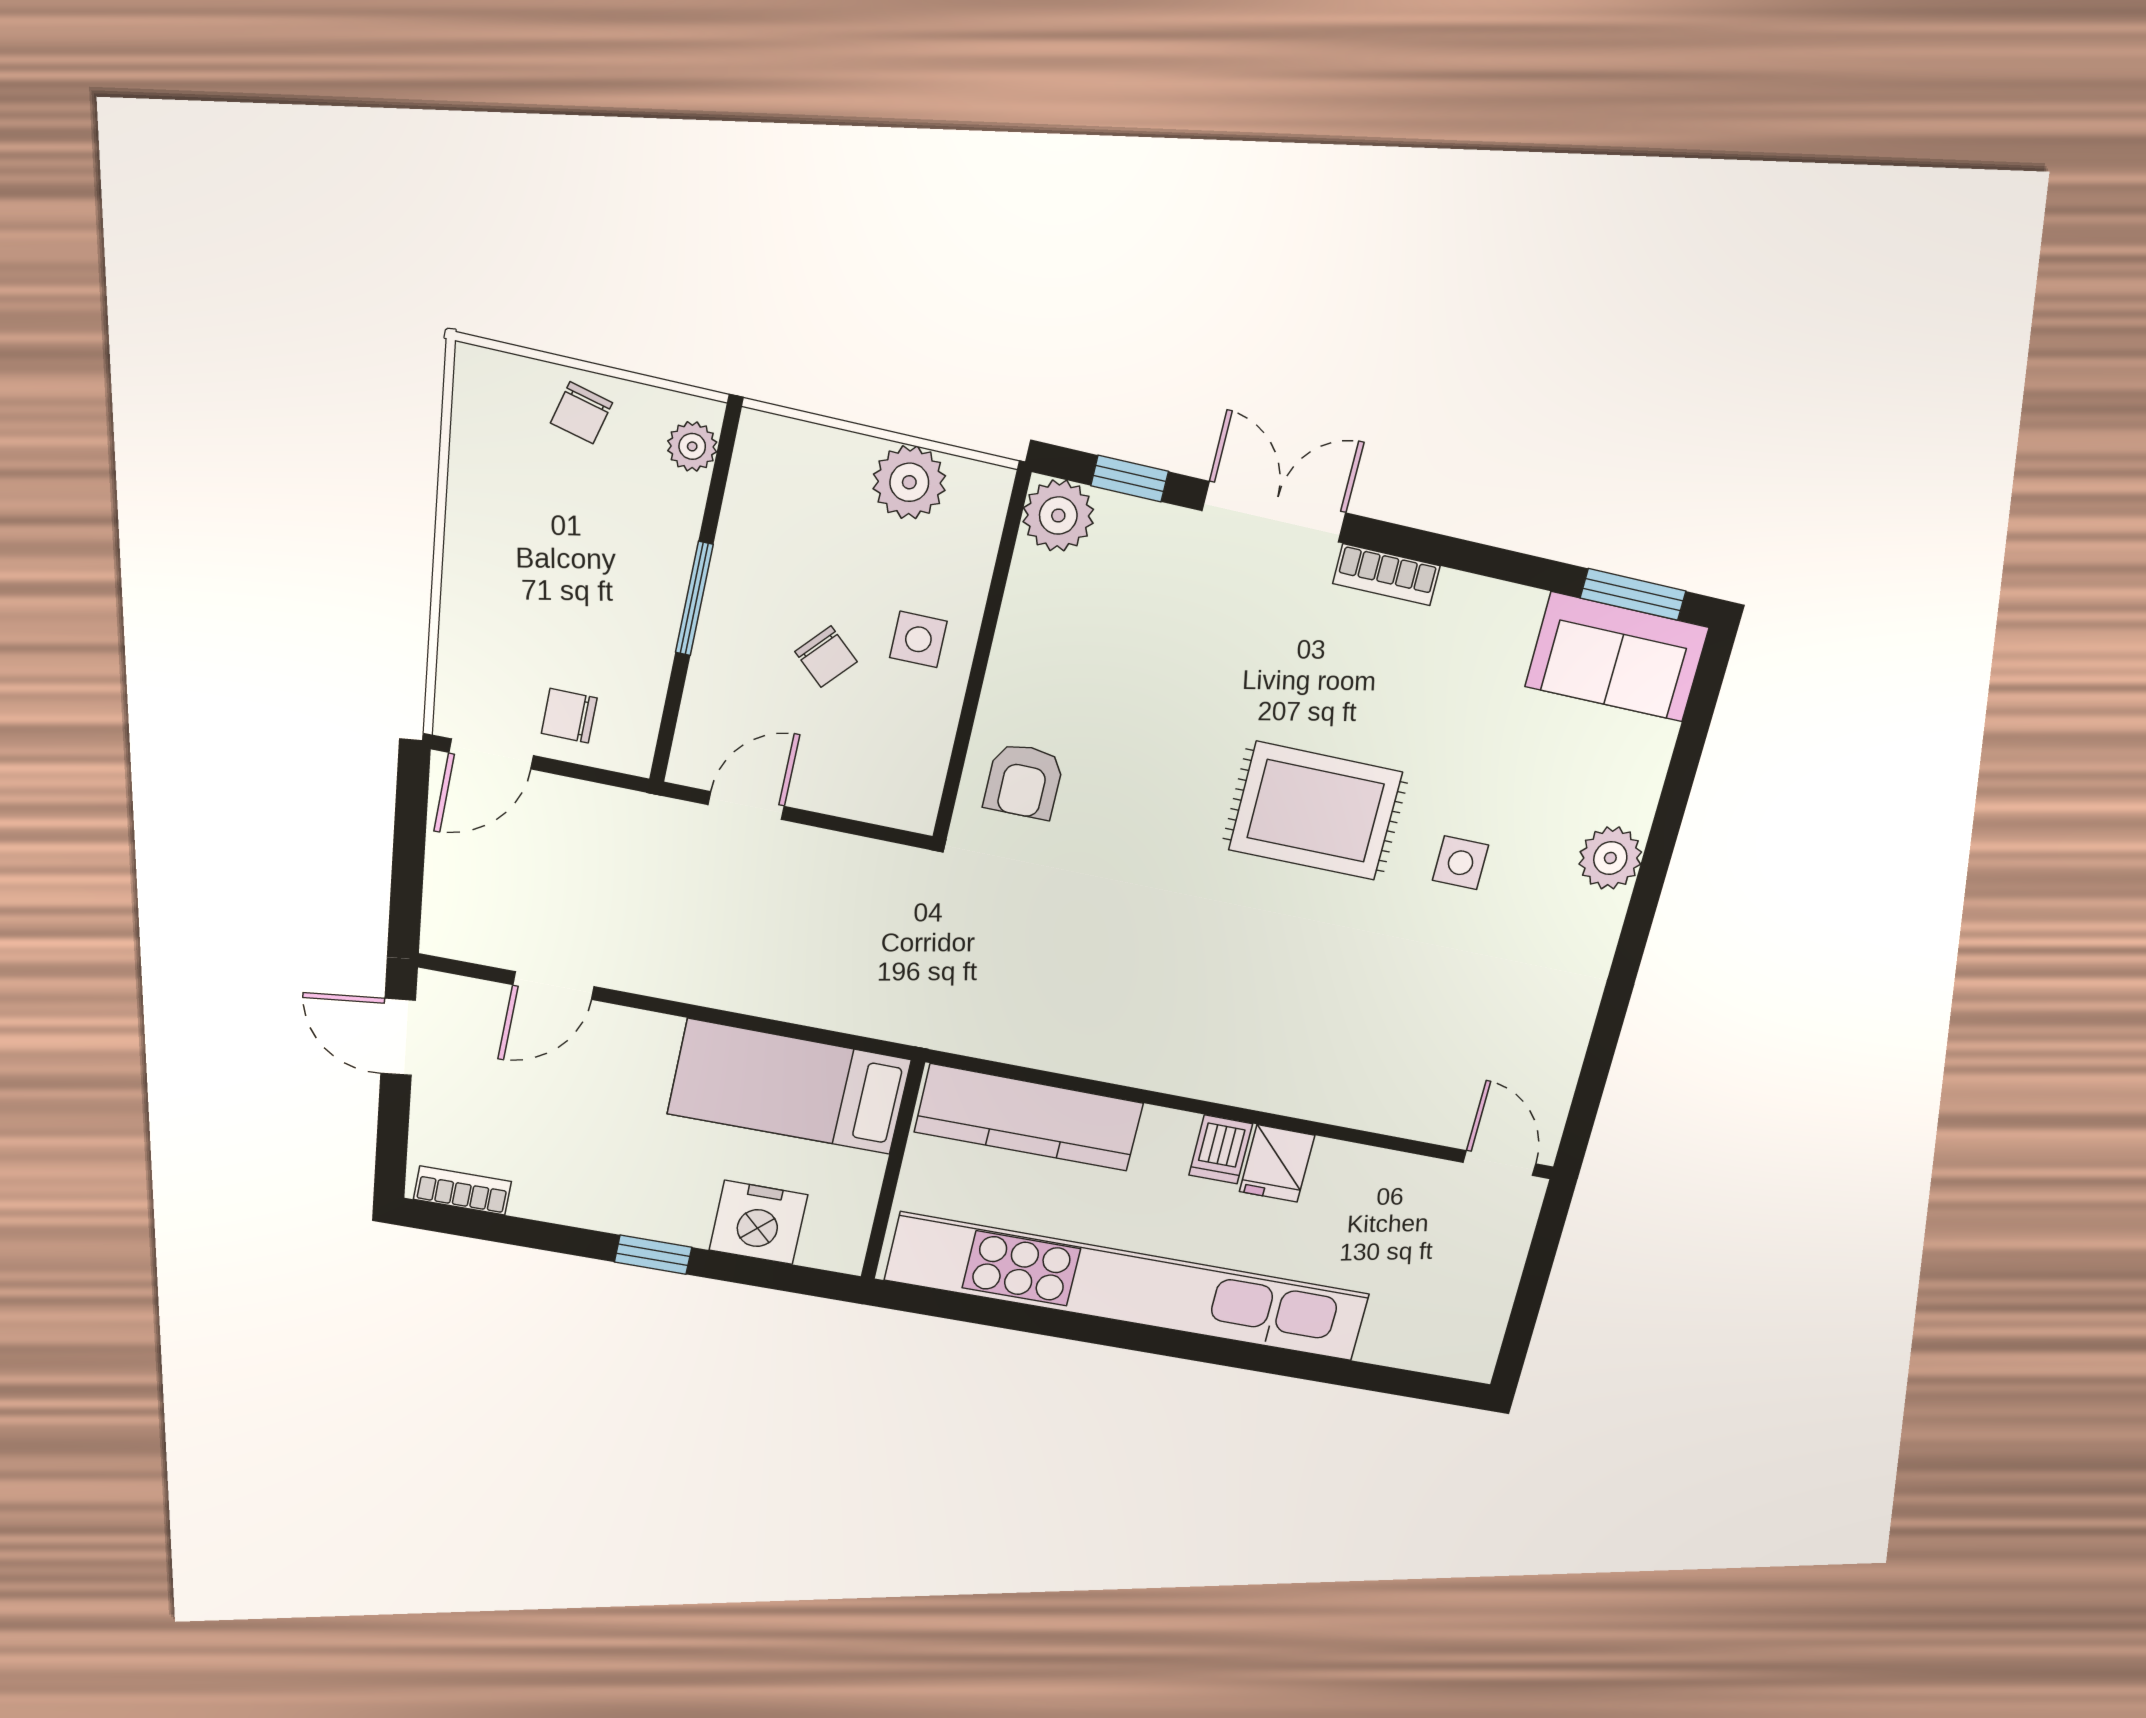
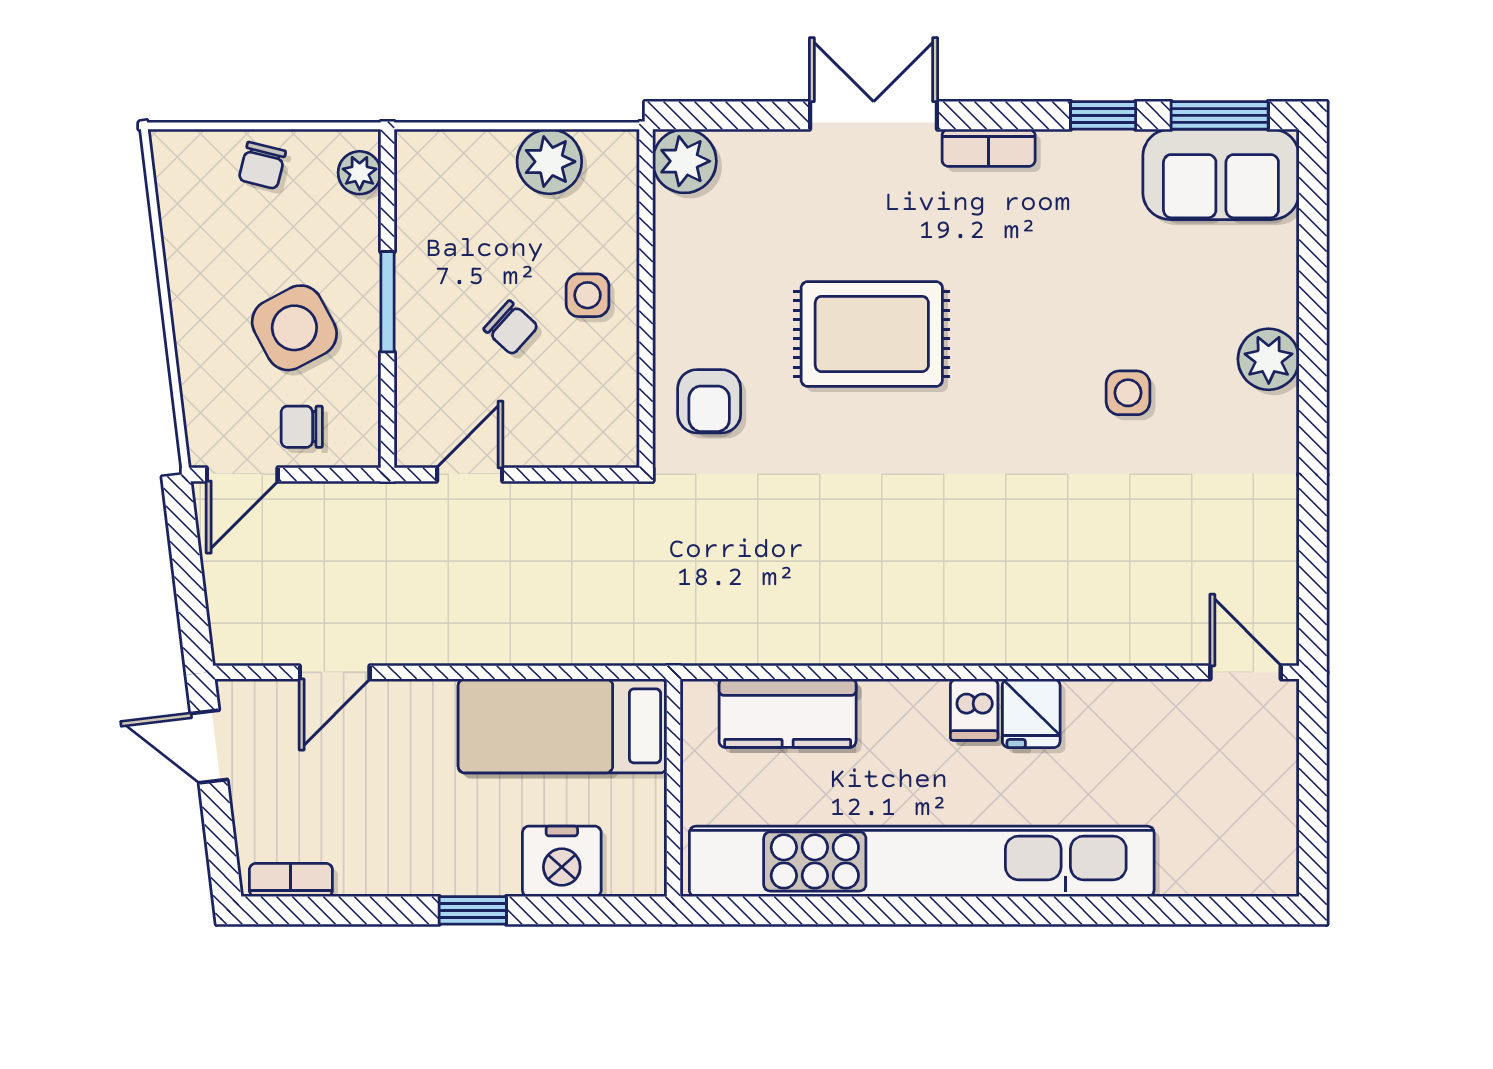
window: (1130, 479) -> (1103, 115), moved
side table: (583, 605) -> (294, 328), added
rug: (1316, 811) -> (872, 334), moved
kitchen counter: (1029, 1118) -> (788, 713), width x0.67

